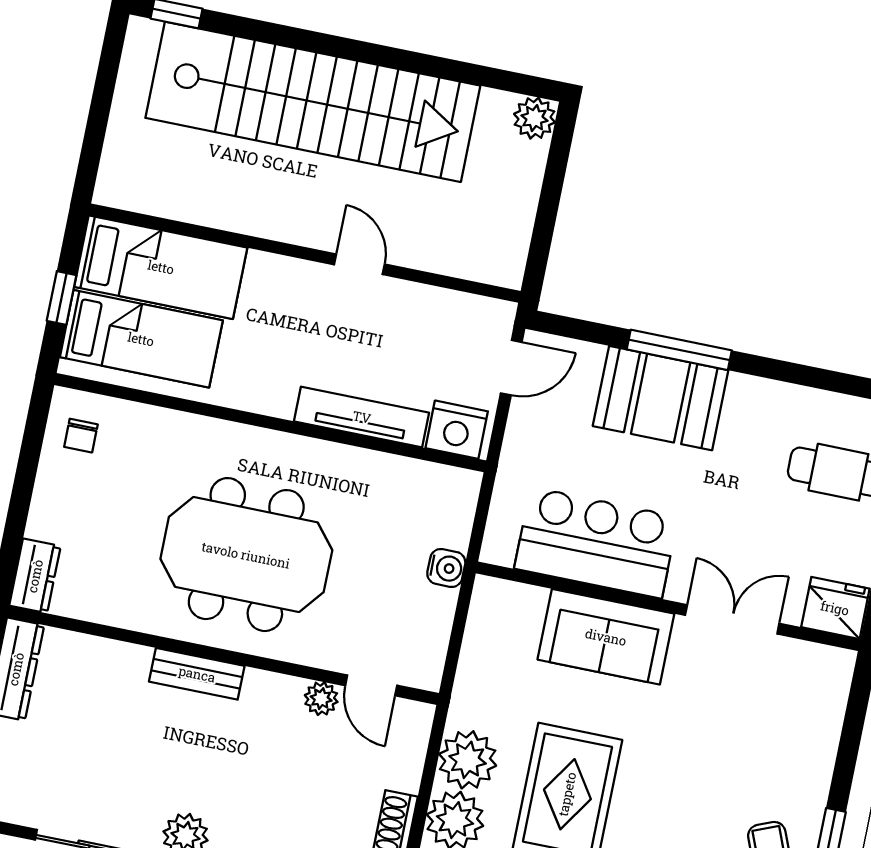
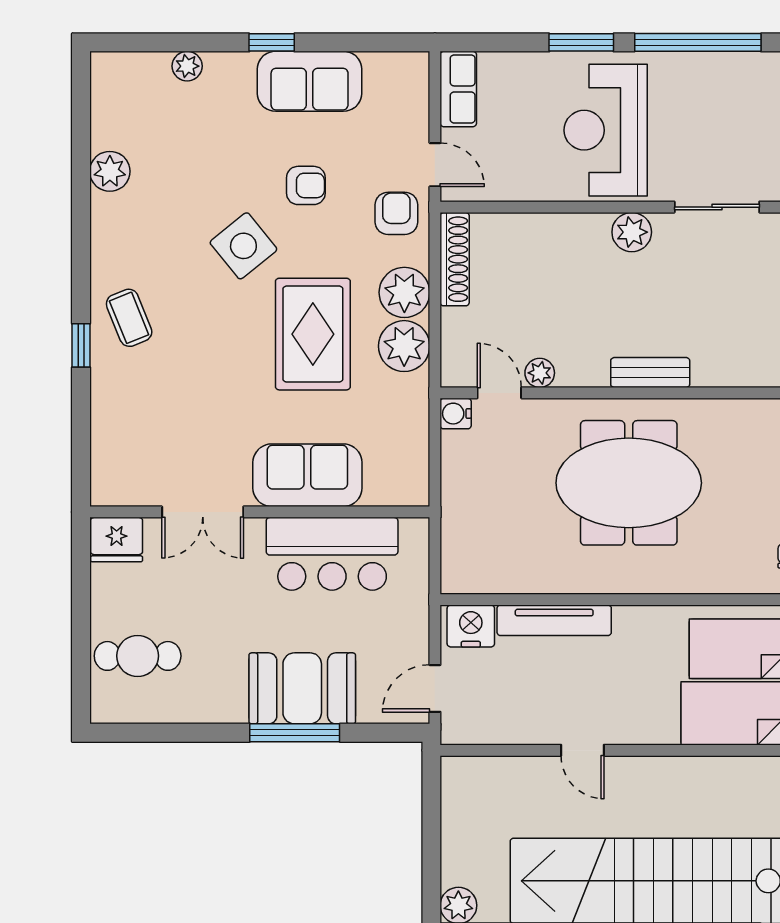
water cooler: (446, 568) -> (456, 414), moved

